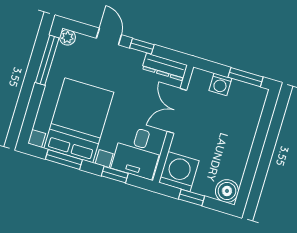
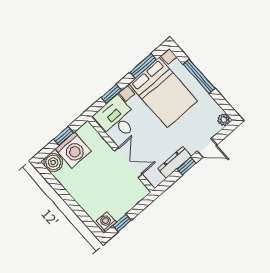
window: (47, 60) -> (199, 76), moved
dresser: (165, 67) -> (175, 162), moved
window: (246, 77) -> (122, 223), width x0.67
washing machine: (220, 84) -> (106, 222), moved
washing machine: (179, 172) -> (73, 150), moved

